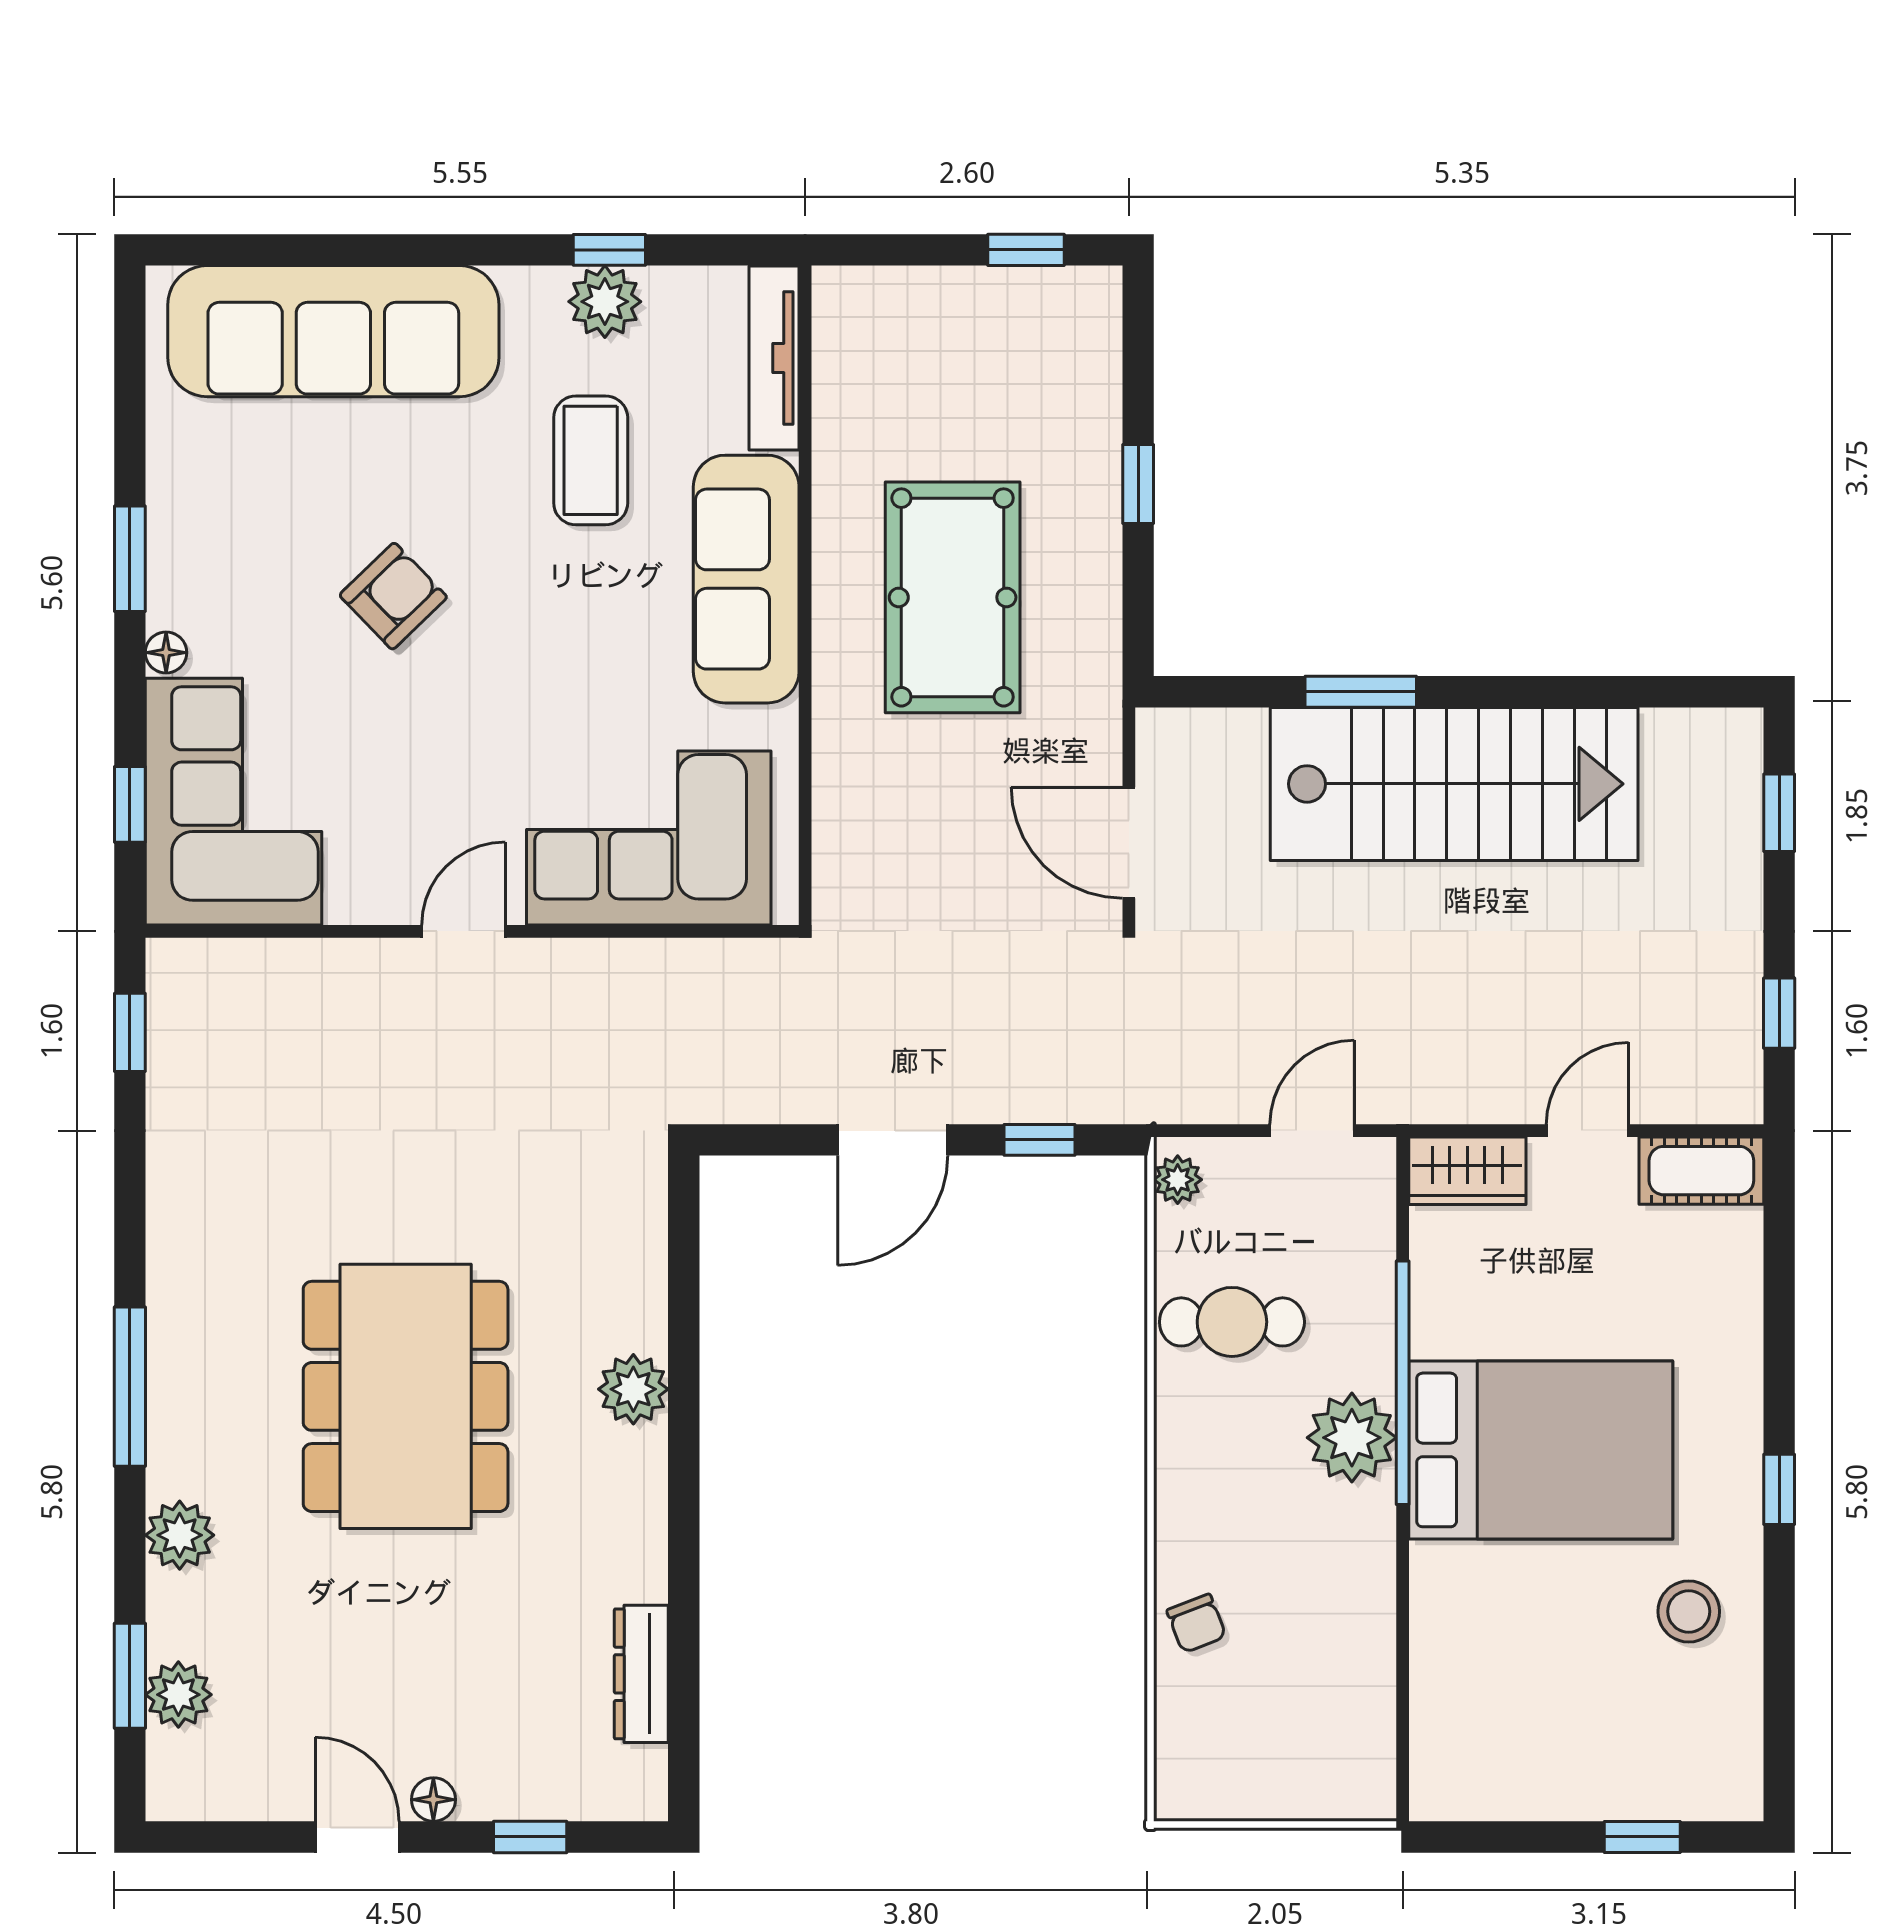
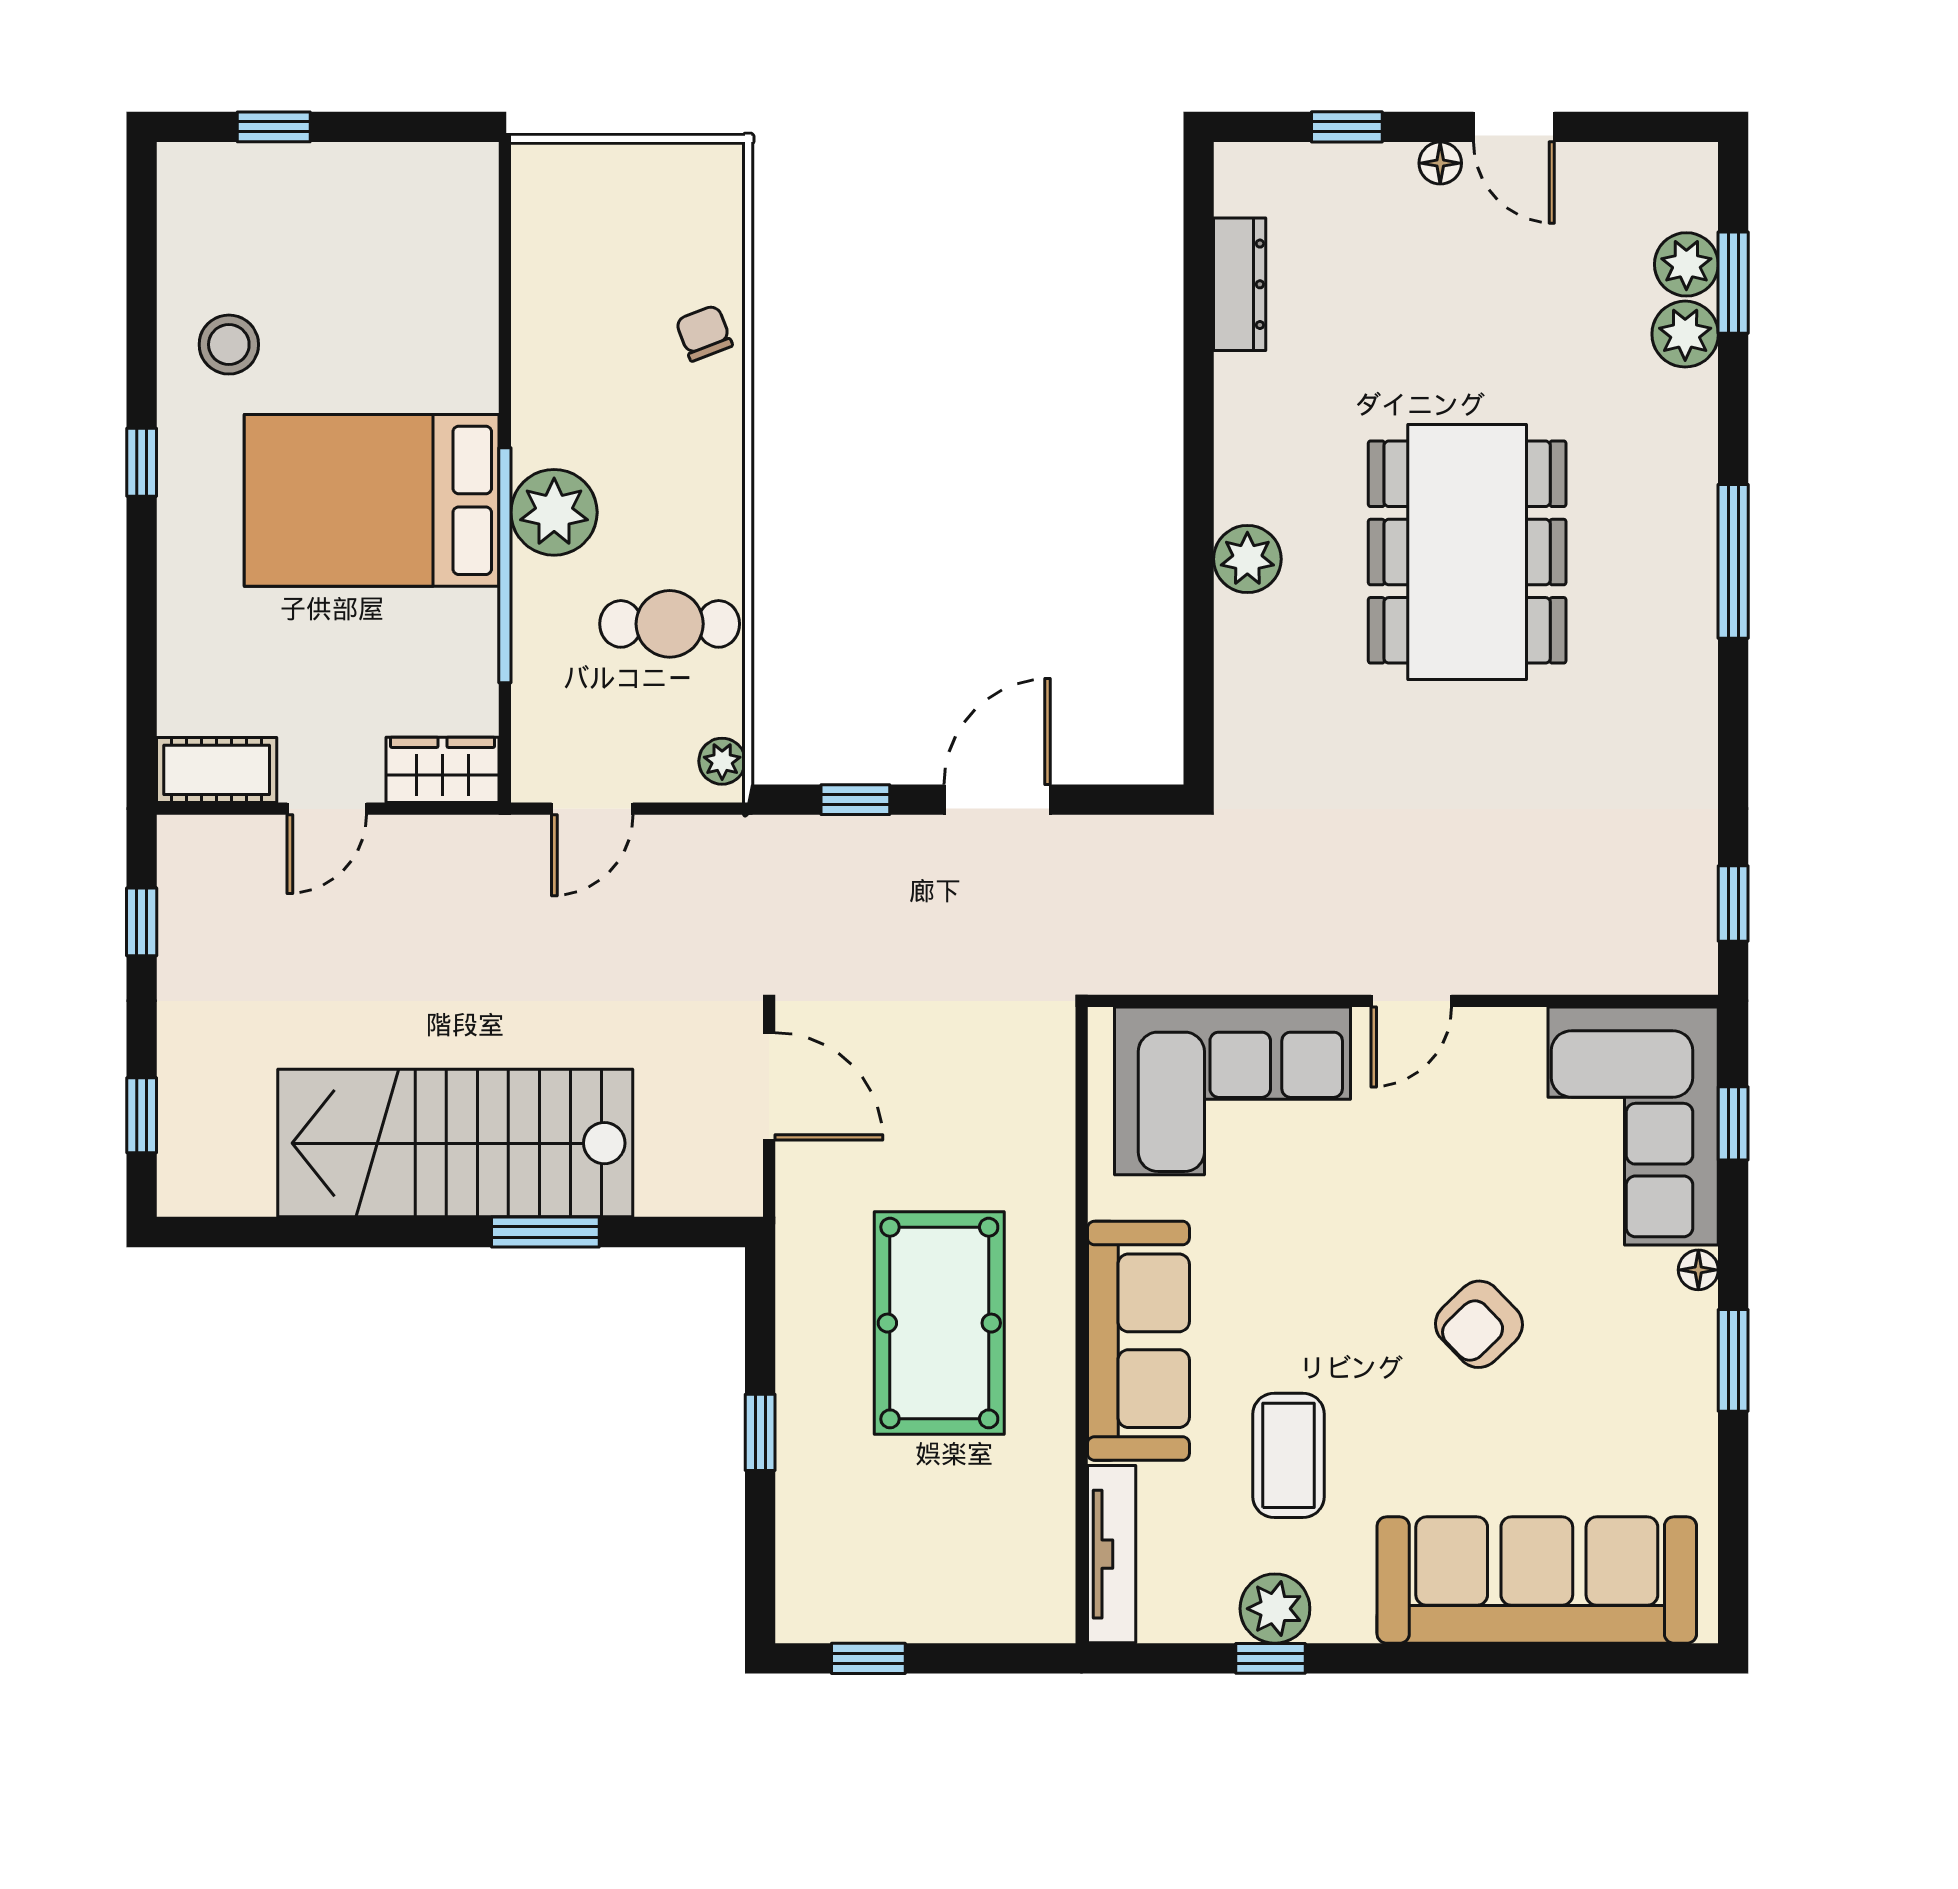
plant: (180, 1535) -> (1685, 334), moved

